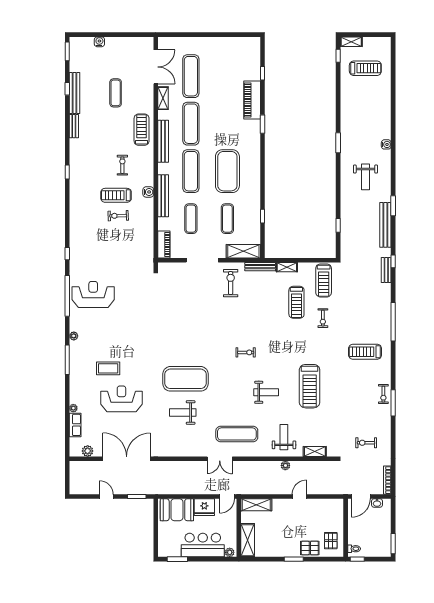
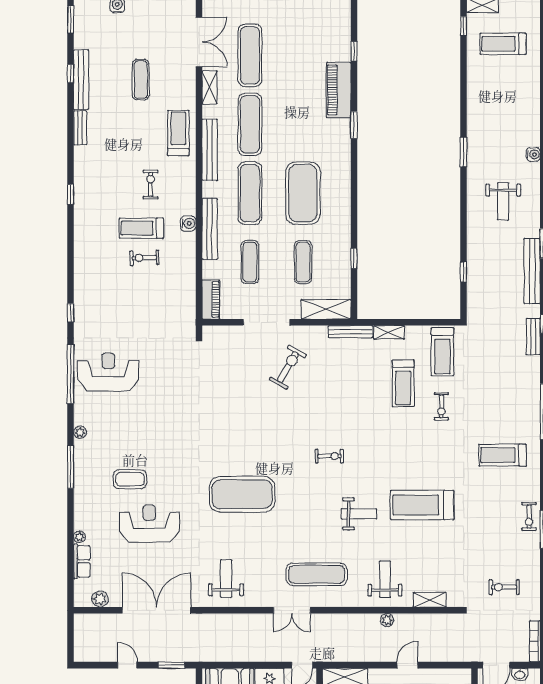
treadmill: (365, 68) -> (503, 44), turned 180
exercise bike: (231, 283) -> (288, 367), moved, turned 30
treadmill: (310, 386) -> (422, 505), turned 90
weight bench: (183, 413) -> (226, 578), moved, turned 90

